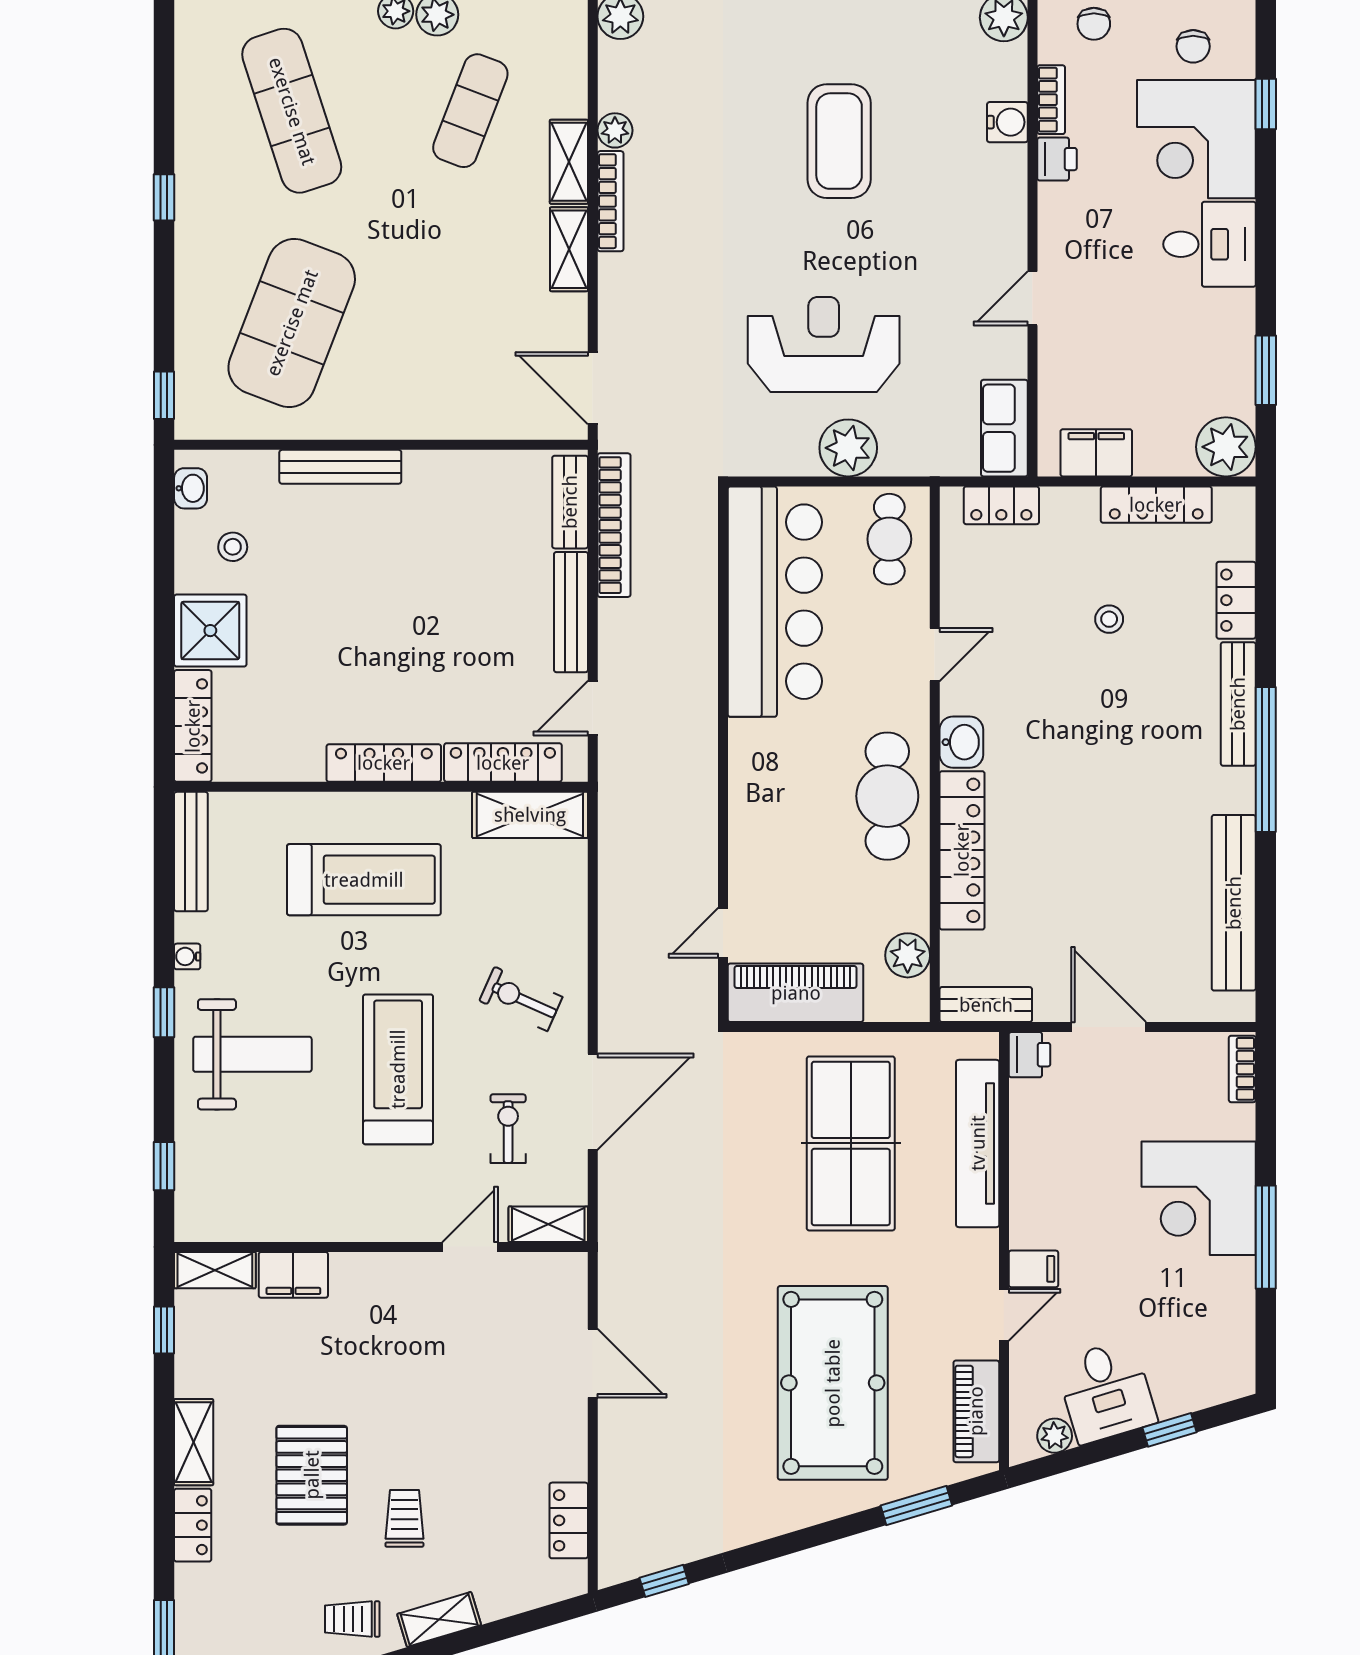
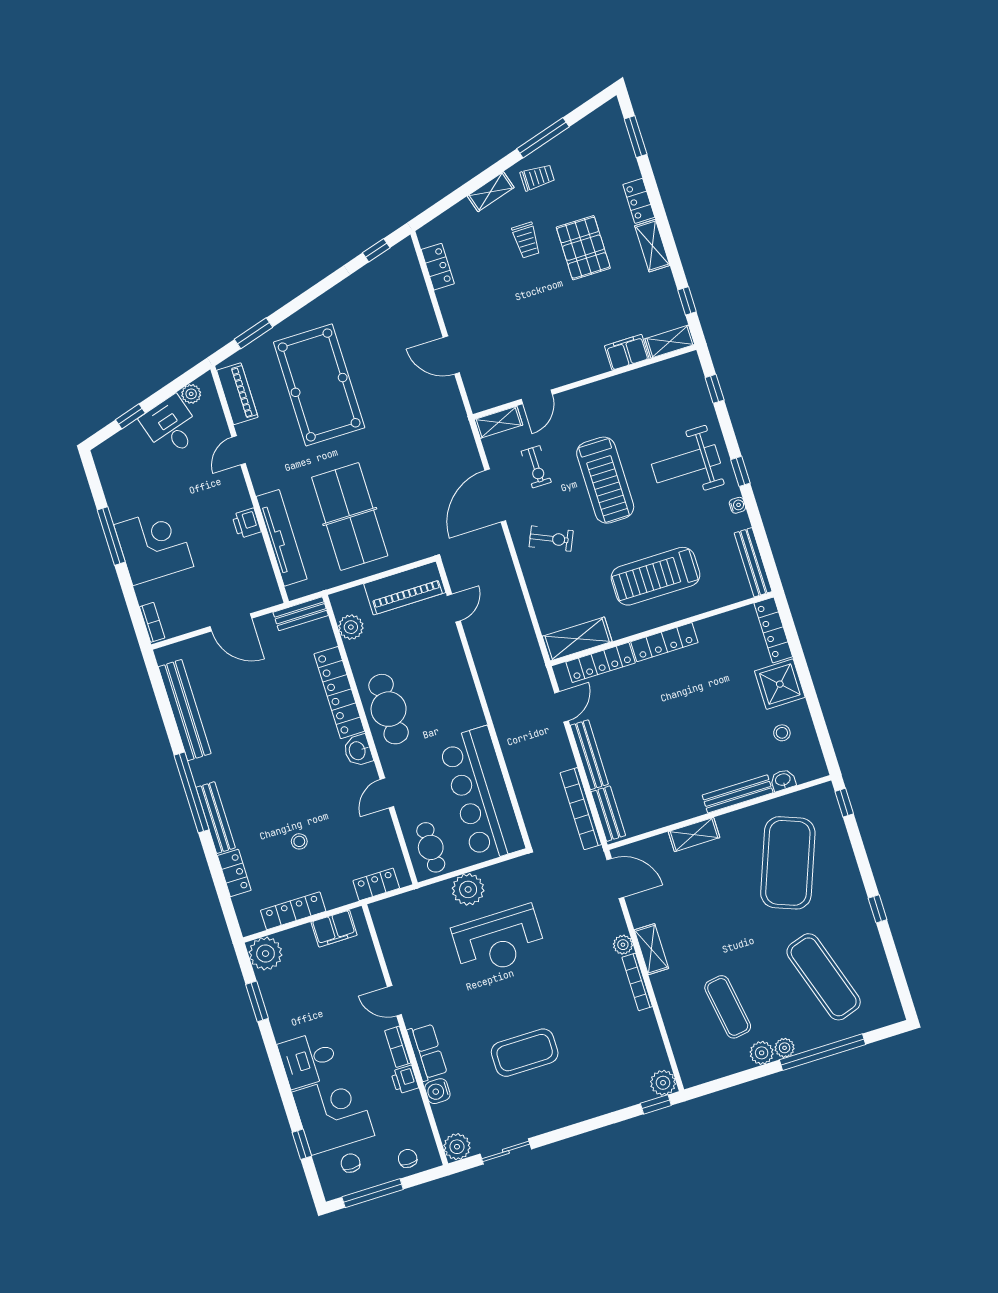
bookcase: (1051, 100) -> (398, 1047), moved
exercise mat: (470, 111) -> (728, 1007), turned -30
plant: (615, 130) -> (623, 945), moved
coffee table: (839, 141) -> (525, 1053), turned 90
shelving: (569, 162) -> (694, 835), moved, turned 90
door: (1032, 298) -> (394, 1001), swing flipped
row of seats: (1004, 428) -> (427, 1052), moved
washbasin: (191, 488) -> (783, 780), moved, turned 90
printer: (1030, 1055) -> (246, 523), moved
filing cabinet: (1033, 1269) -> (231, 480), removed

